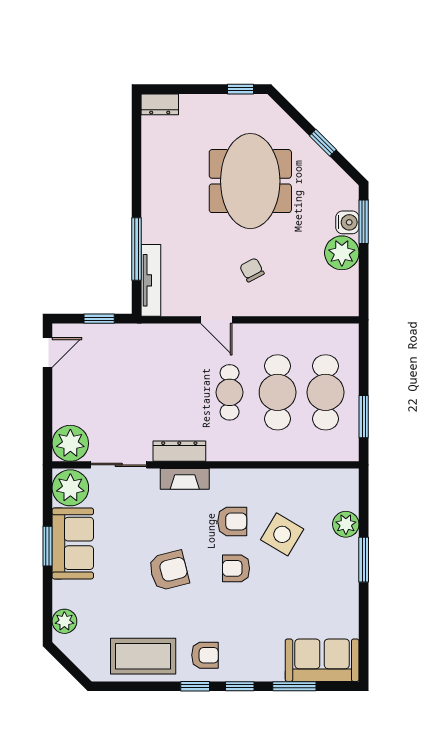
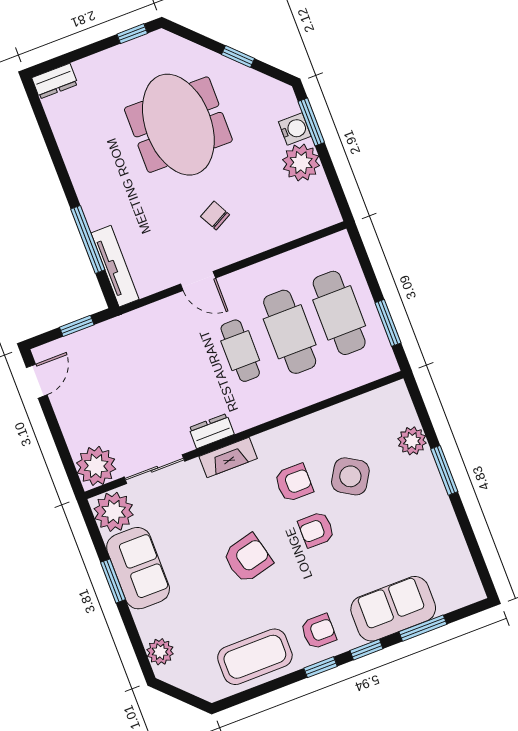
dresser: (179, 451) -> (212, 431), width x0.70
sofa: (322, 660) -> (393, 609), moved

